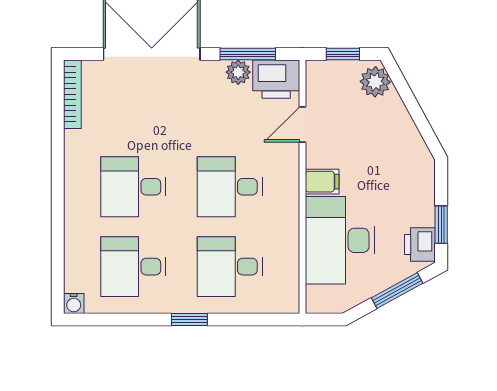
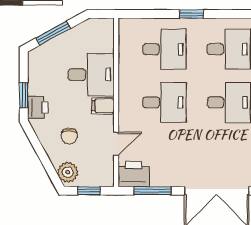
plant: (238, 72) -> (159, 179), removed
chair: (373, 136) -> (69, 136), added
window: (441, 225) -> (24, 95), moved
desk: (340, 240) -> (91, 75), width x0.73
printer: (420, 244) -> (38, 107), moved

